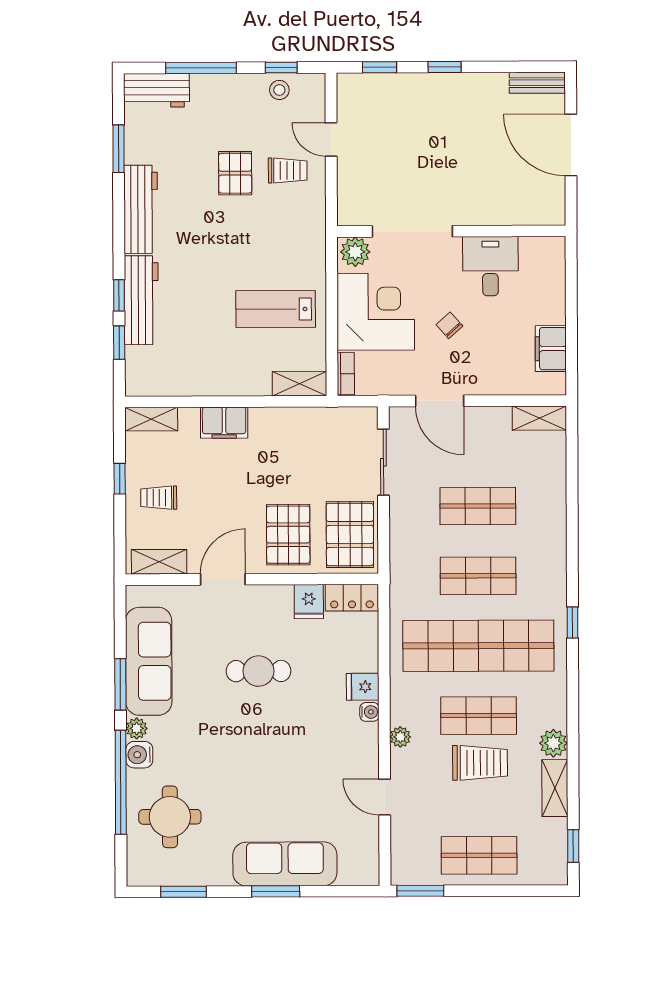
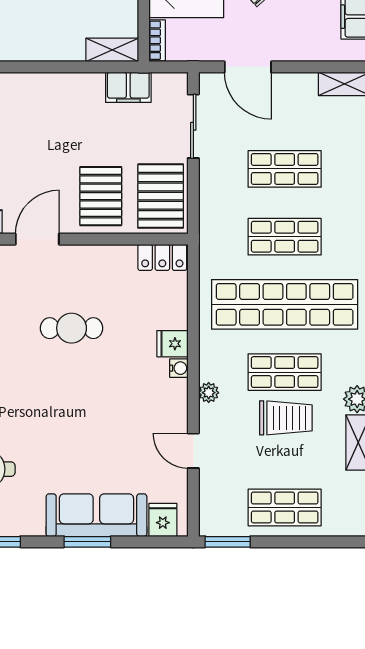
filing cabinet: (224, 423) -> (128, 87), moved
fridge: (309, 602) -> (163, 520), moved, turned 180

